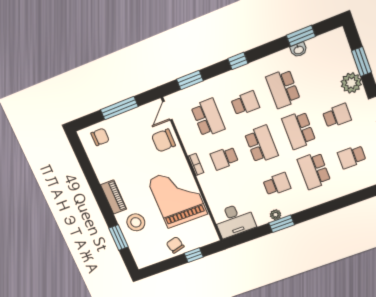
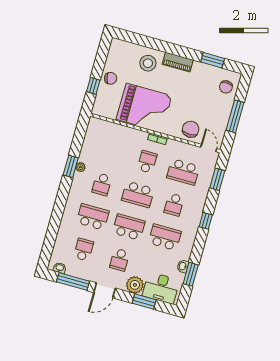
desk: (234, 220) -> (161, 288), moved, turned -90
window: (118, 238) -> (213, 60), moved

